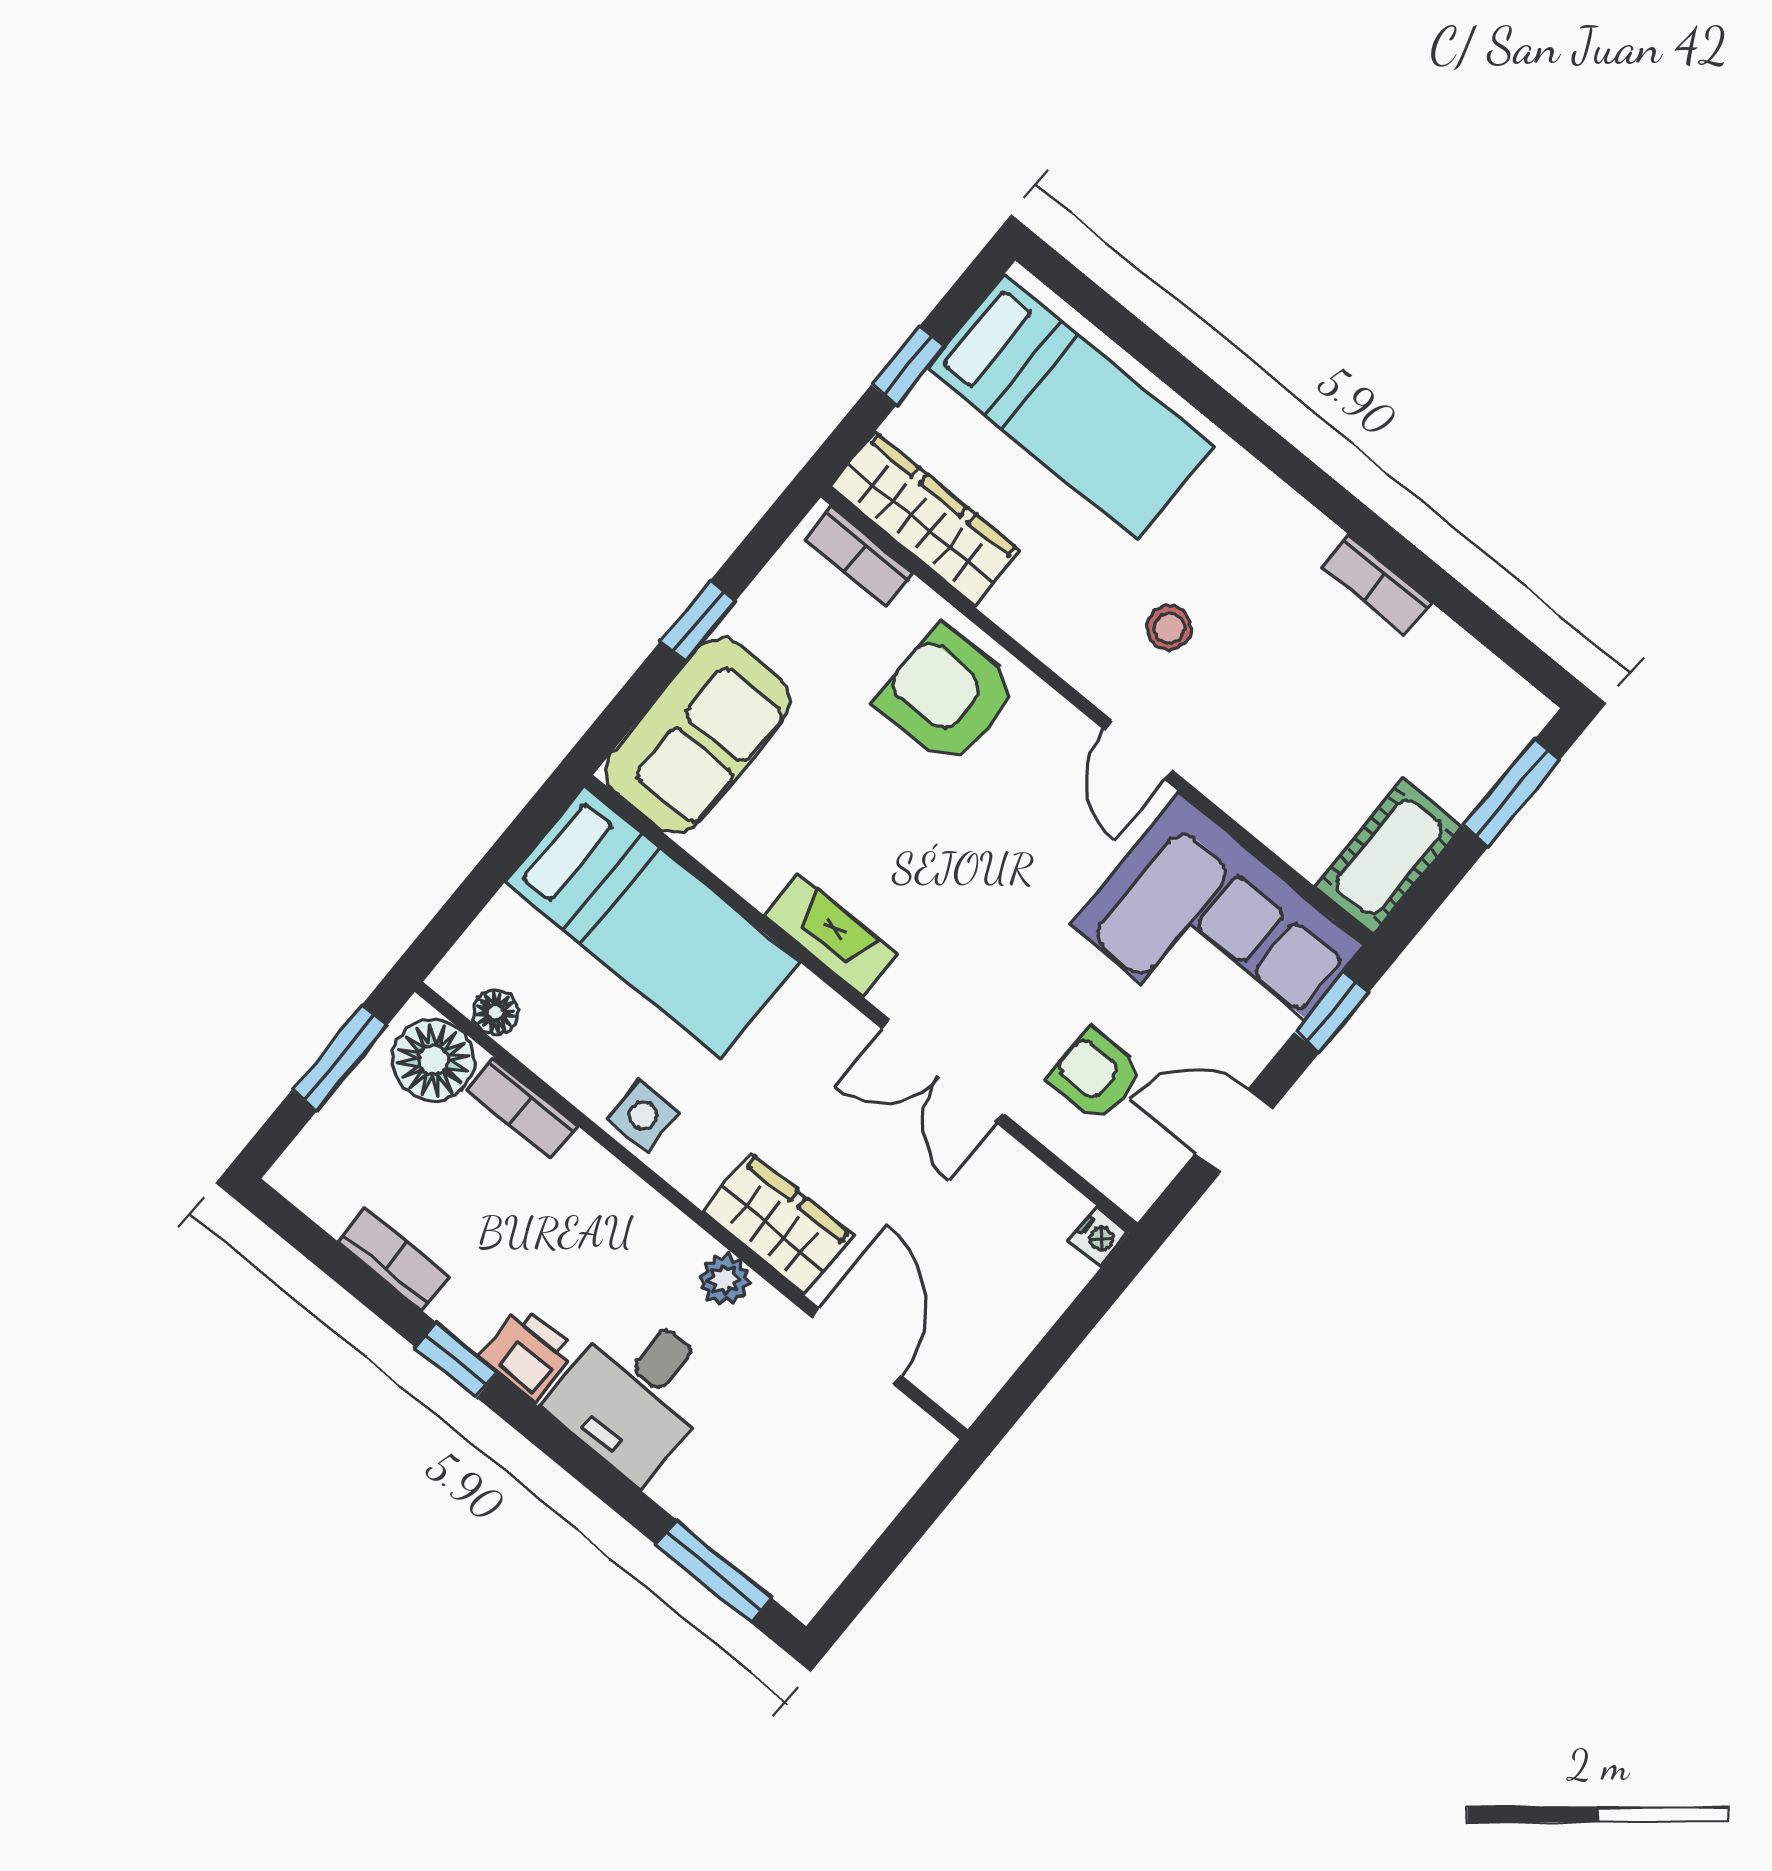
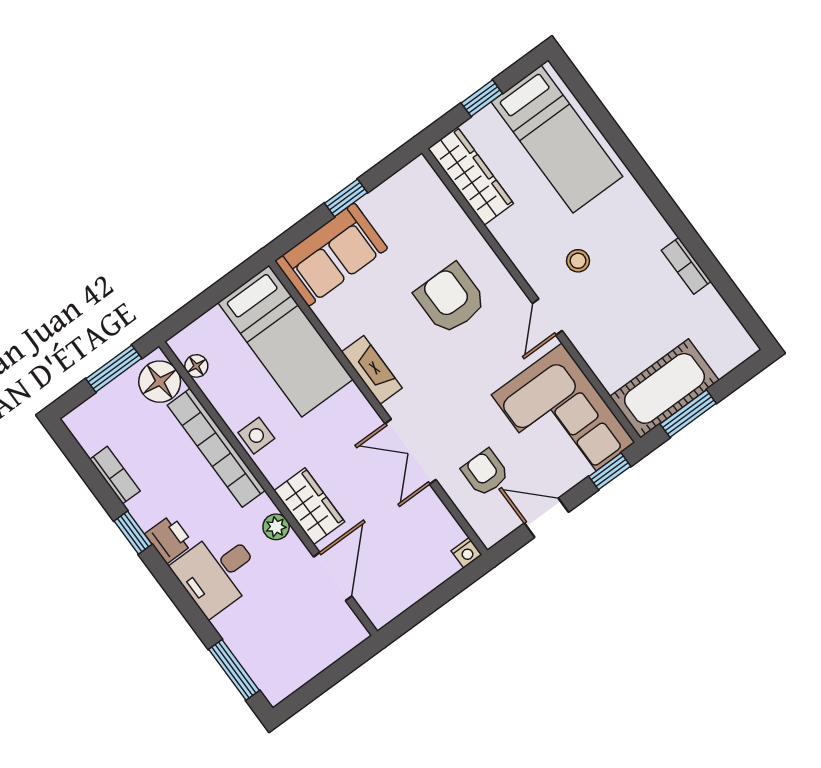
bookcase: (859, 556) -> (434, 186), removed
armchair: (948, 696) -> (451, 299), moved
window: (1512, 793) -> (688, 414), moved
cot: (1389, 857) -> (664, 388), width x1.37, depth x1.34
bookcase: (523, 1108) -> (216, 448), width x2.31, depth x1.31

